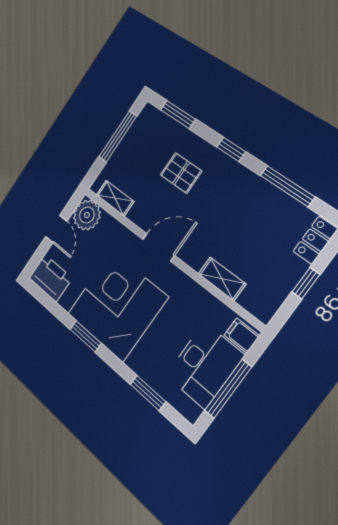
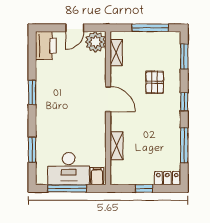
corner desk: (117, 305) -> (62, 98), removed

